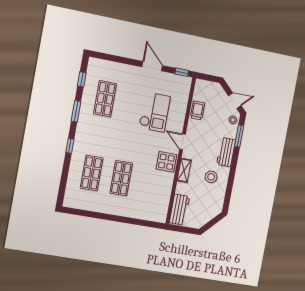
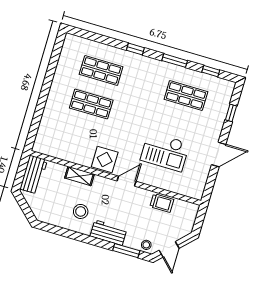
window: (182, 72) -> (231, 113), moved
shelving: (184, 170) -> (79, 176), moved
workbench: (179, 210) -> (34, 175), moved, turned -90

